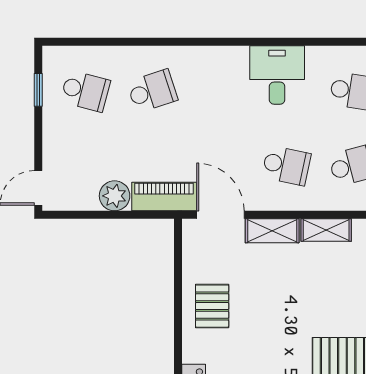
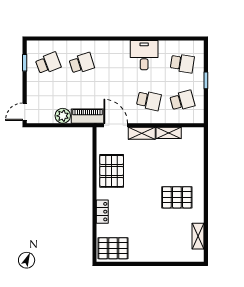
school desk: (85, 91) -> (48, 63), turned -36
pallet: (212, 306) -> (112, 171), width x1.50, depth x1.42

